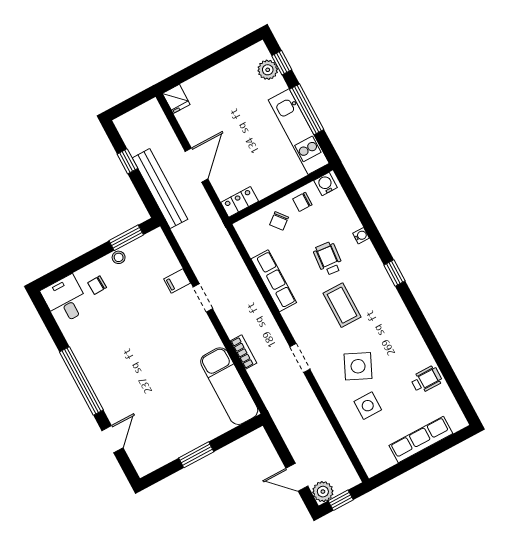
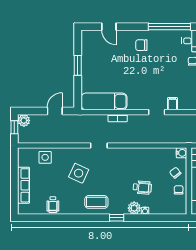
water cooler: (326, 184) -> (181, 153), moved
plant: (366, 254) -> (134, 208), added
row of seats: (274, 281) -> (146, 153), removed
coffee table: (342, 305) -> (96, 202), moved
chair: (114, 375) -> (141, 45), added
window: (81, 381) -> (169, 27), moved
side table: (368, 406) -> (45, 157), moved
door: (297, 477) -> (55, 111), moved

